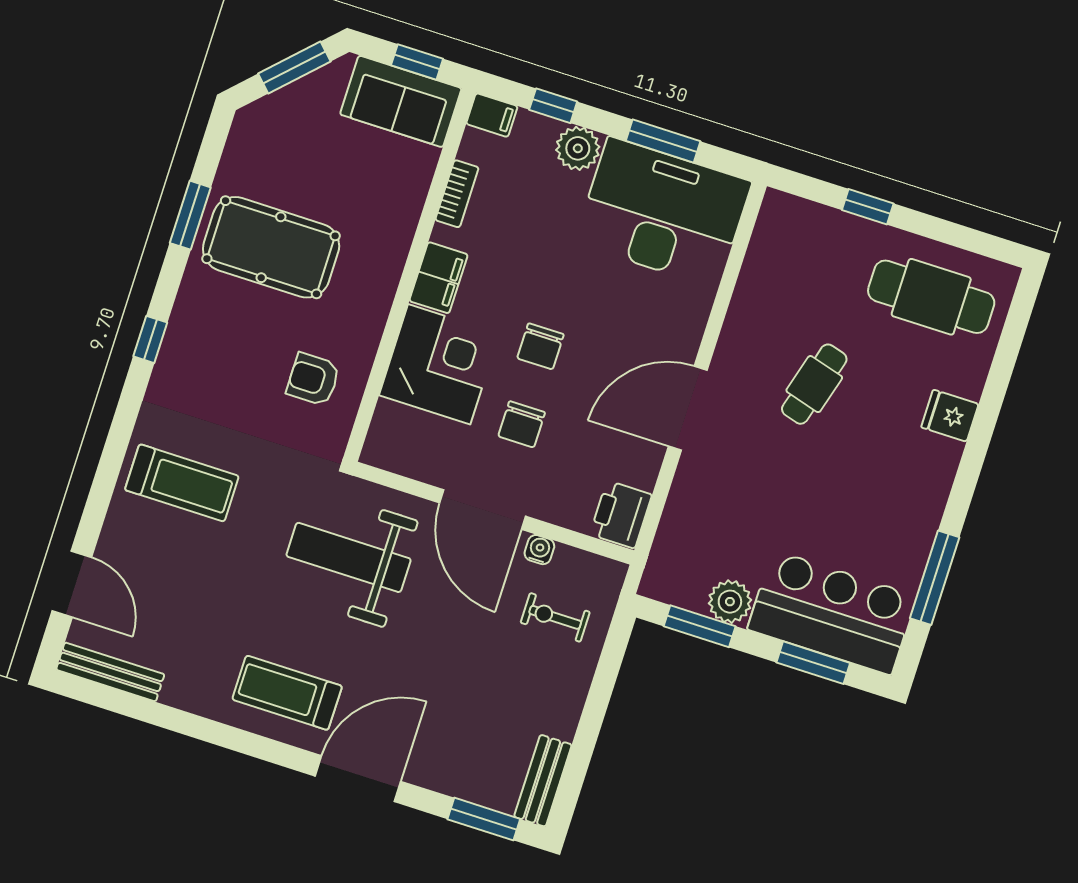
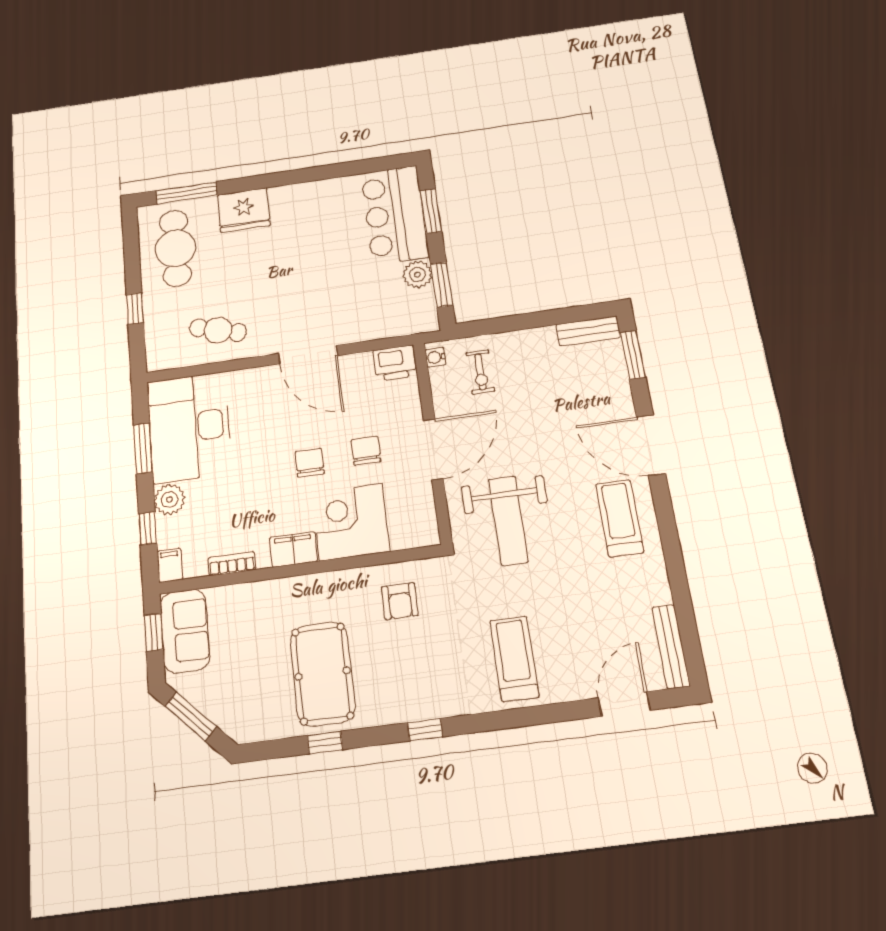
window: (190, 215) -> (325, 743), width x0.67
chair: (540, 346) -> (310, 463), turned -90
cafe table: (814, 384) -> (218, 330), moved
fridge: (950, 416) -> (244, 210), width x1.88, depth x1.34
chair: (522, 424) -> (366, 451), turned -90
water cooler: (539, 550) -> (435, 357), moved
window: (935, 578) -> (187, 193), moved
treadmill: (287, 693) -> (620, 518), turned 180

